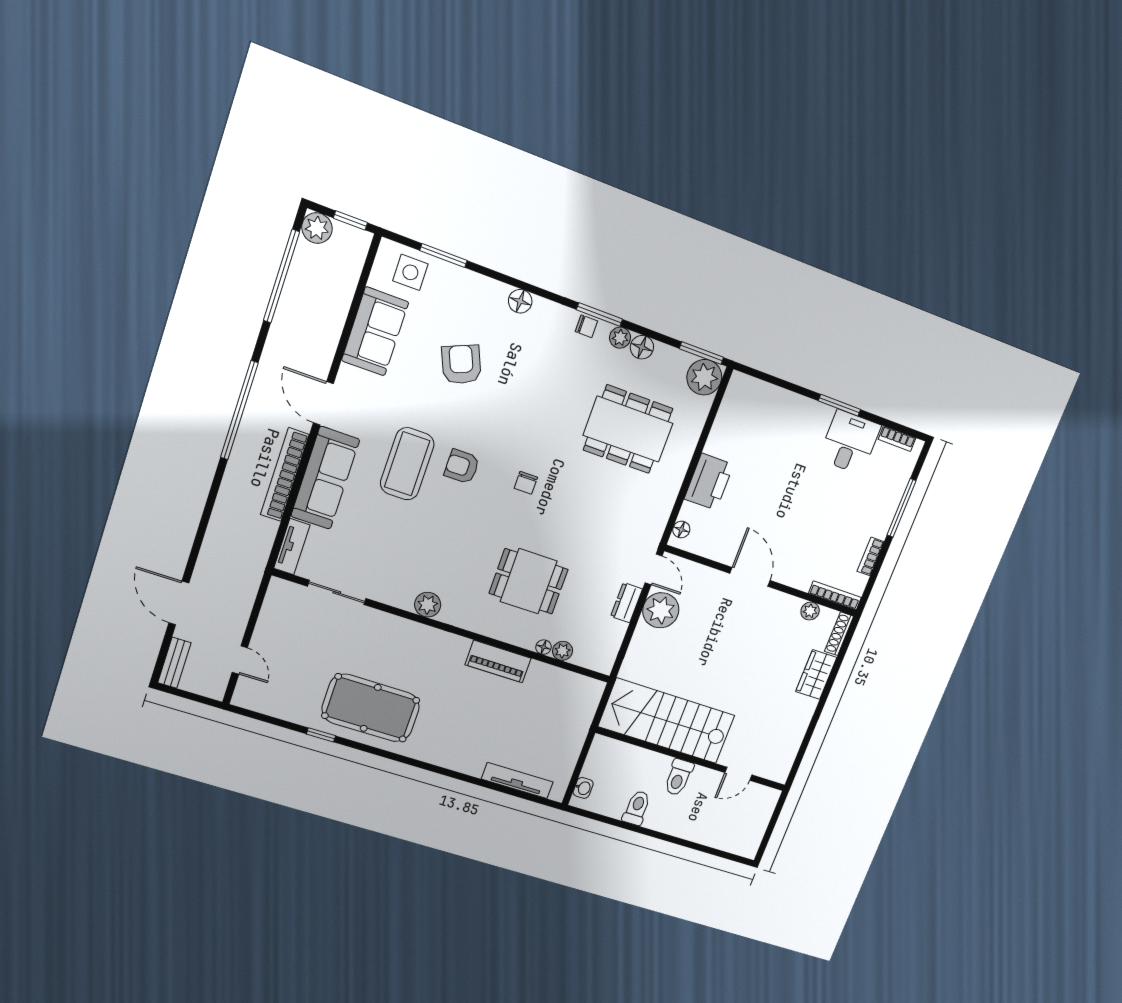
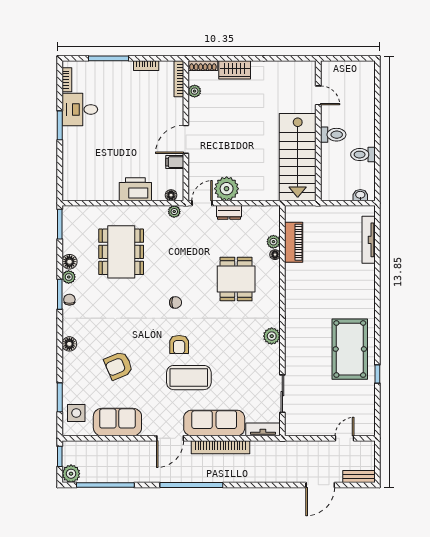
plant: (704, 377) -> (174, 212), moved, width x0.53, depth x0.53
filing cabinet: (725, 551) -> (175, 162), added
piano: (498, 661) -> (294, 242), moved

